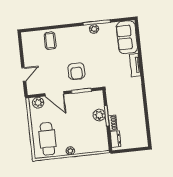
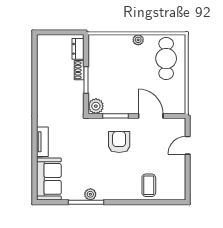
plant: (38, 103) -> (173, 107), removed
plant: (99, 115) -> (96, 106), moved

